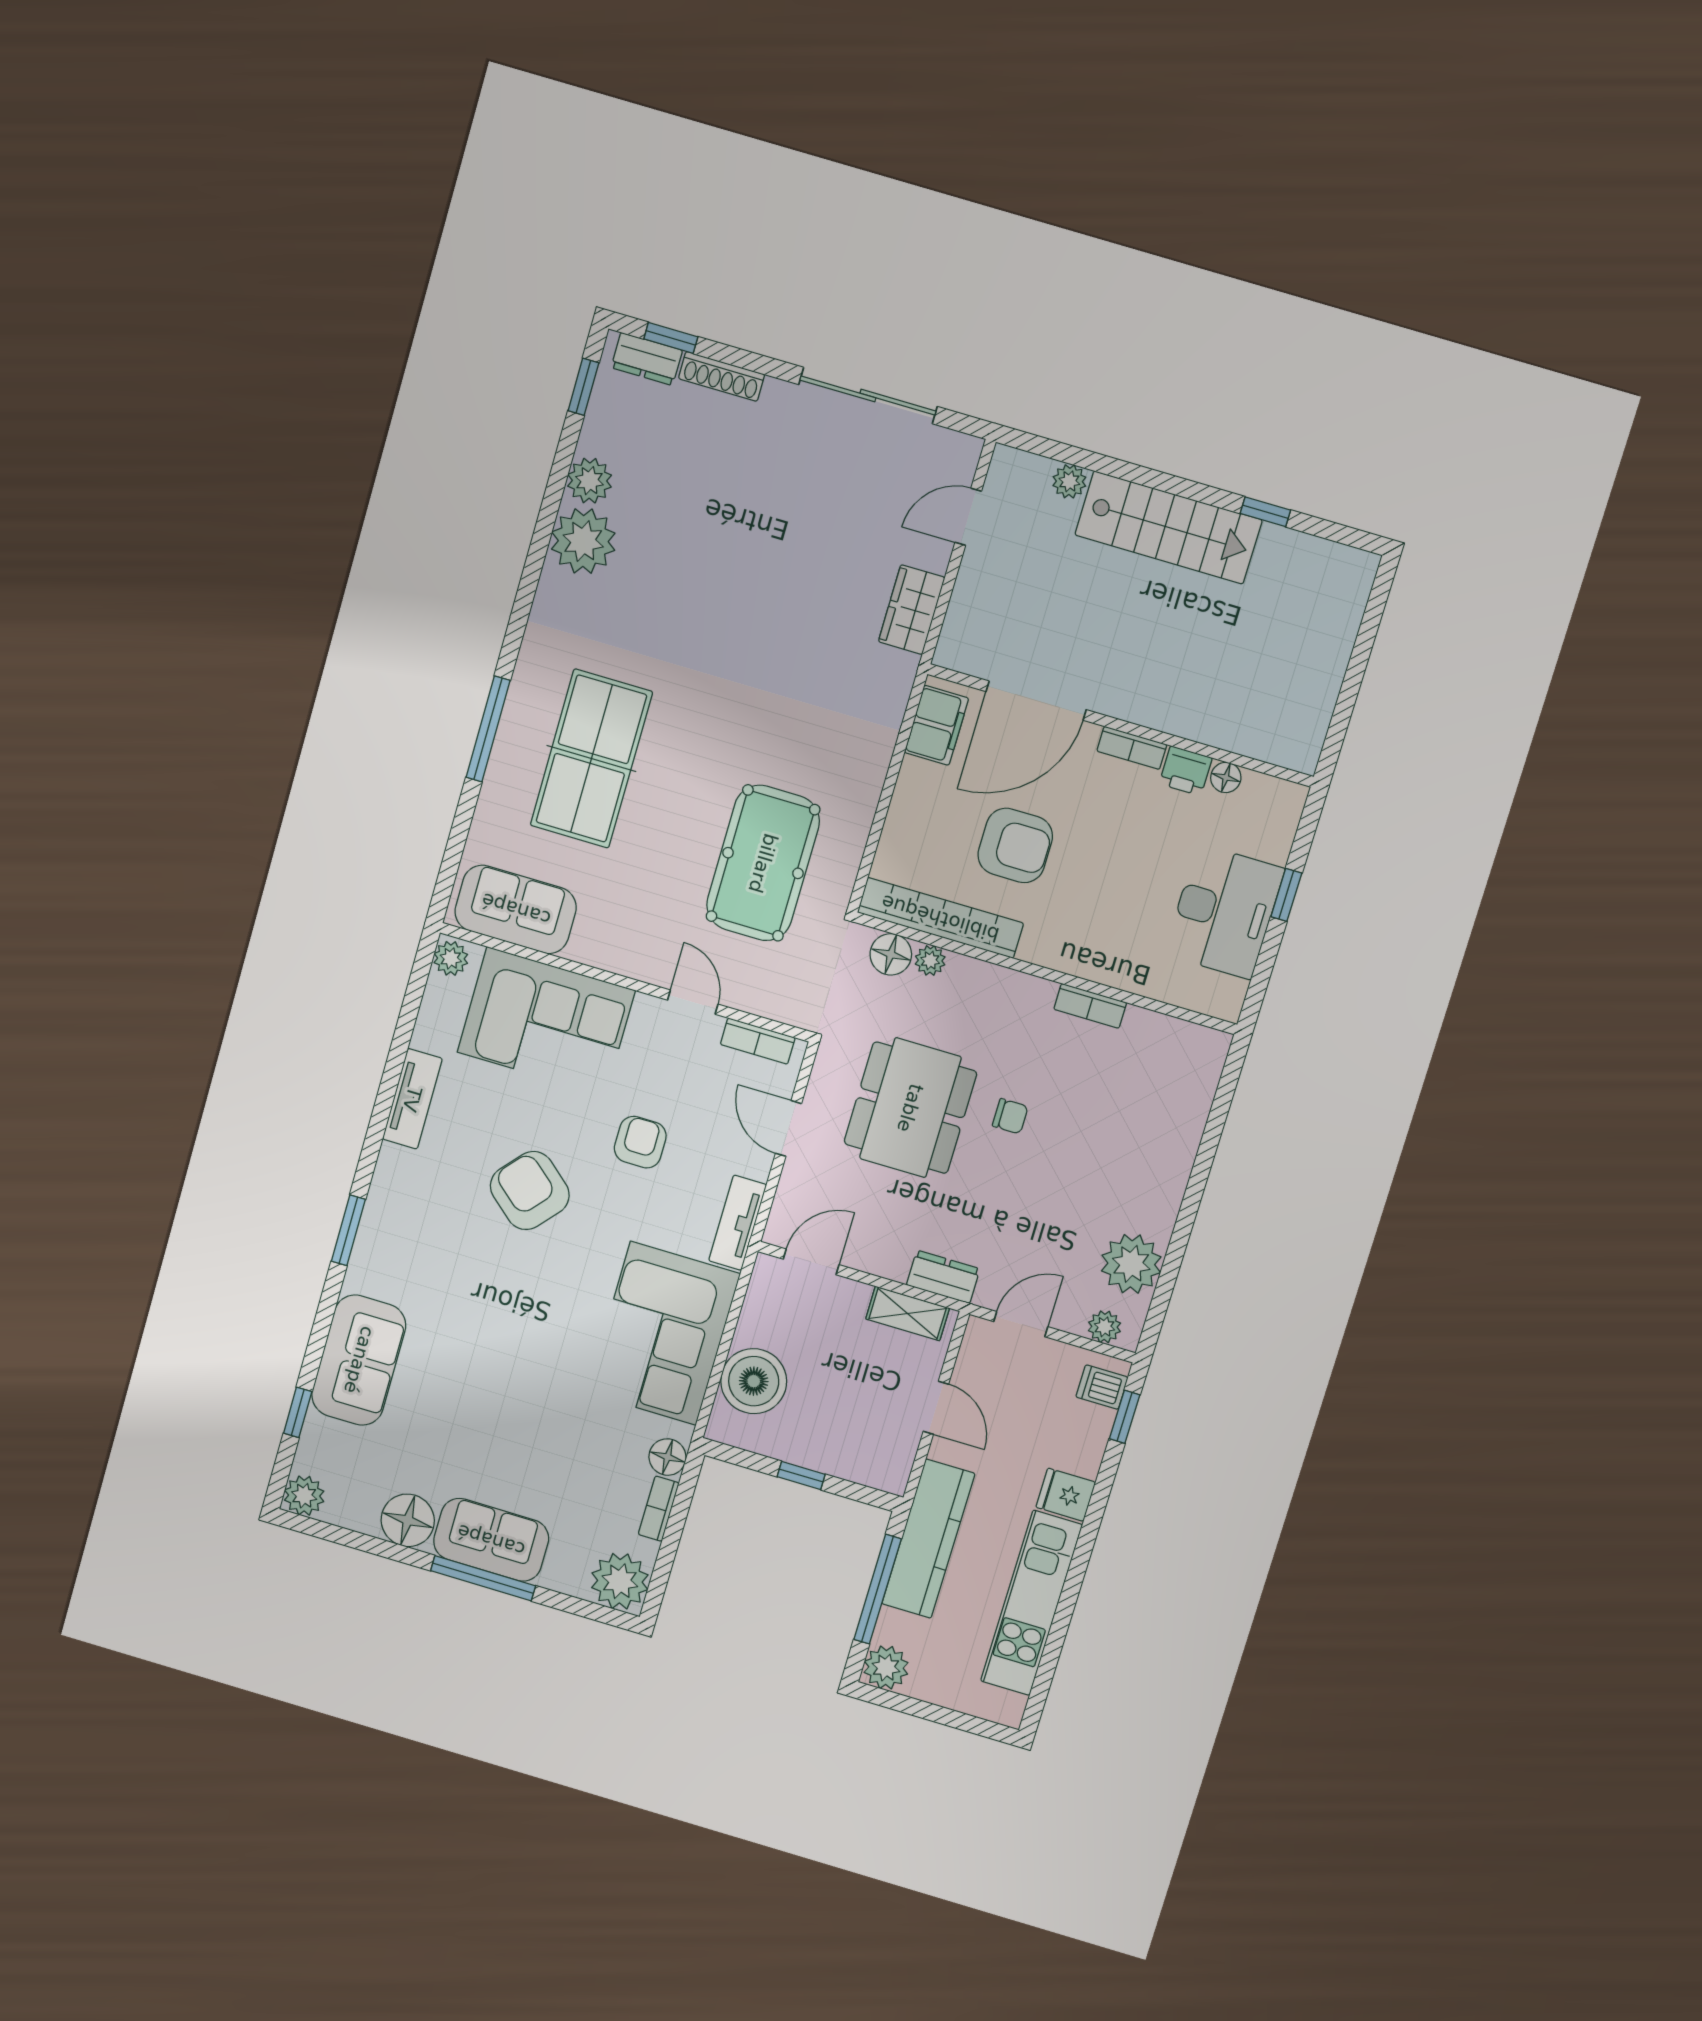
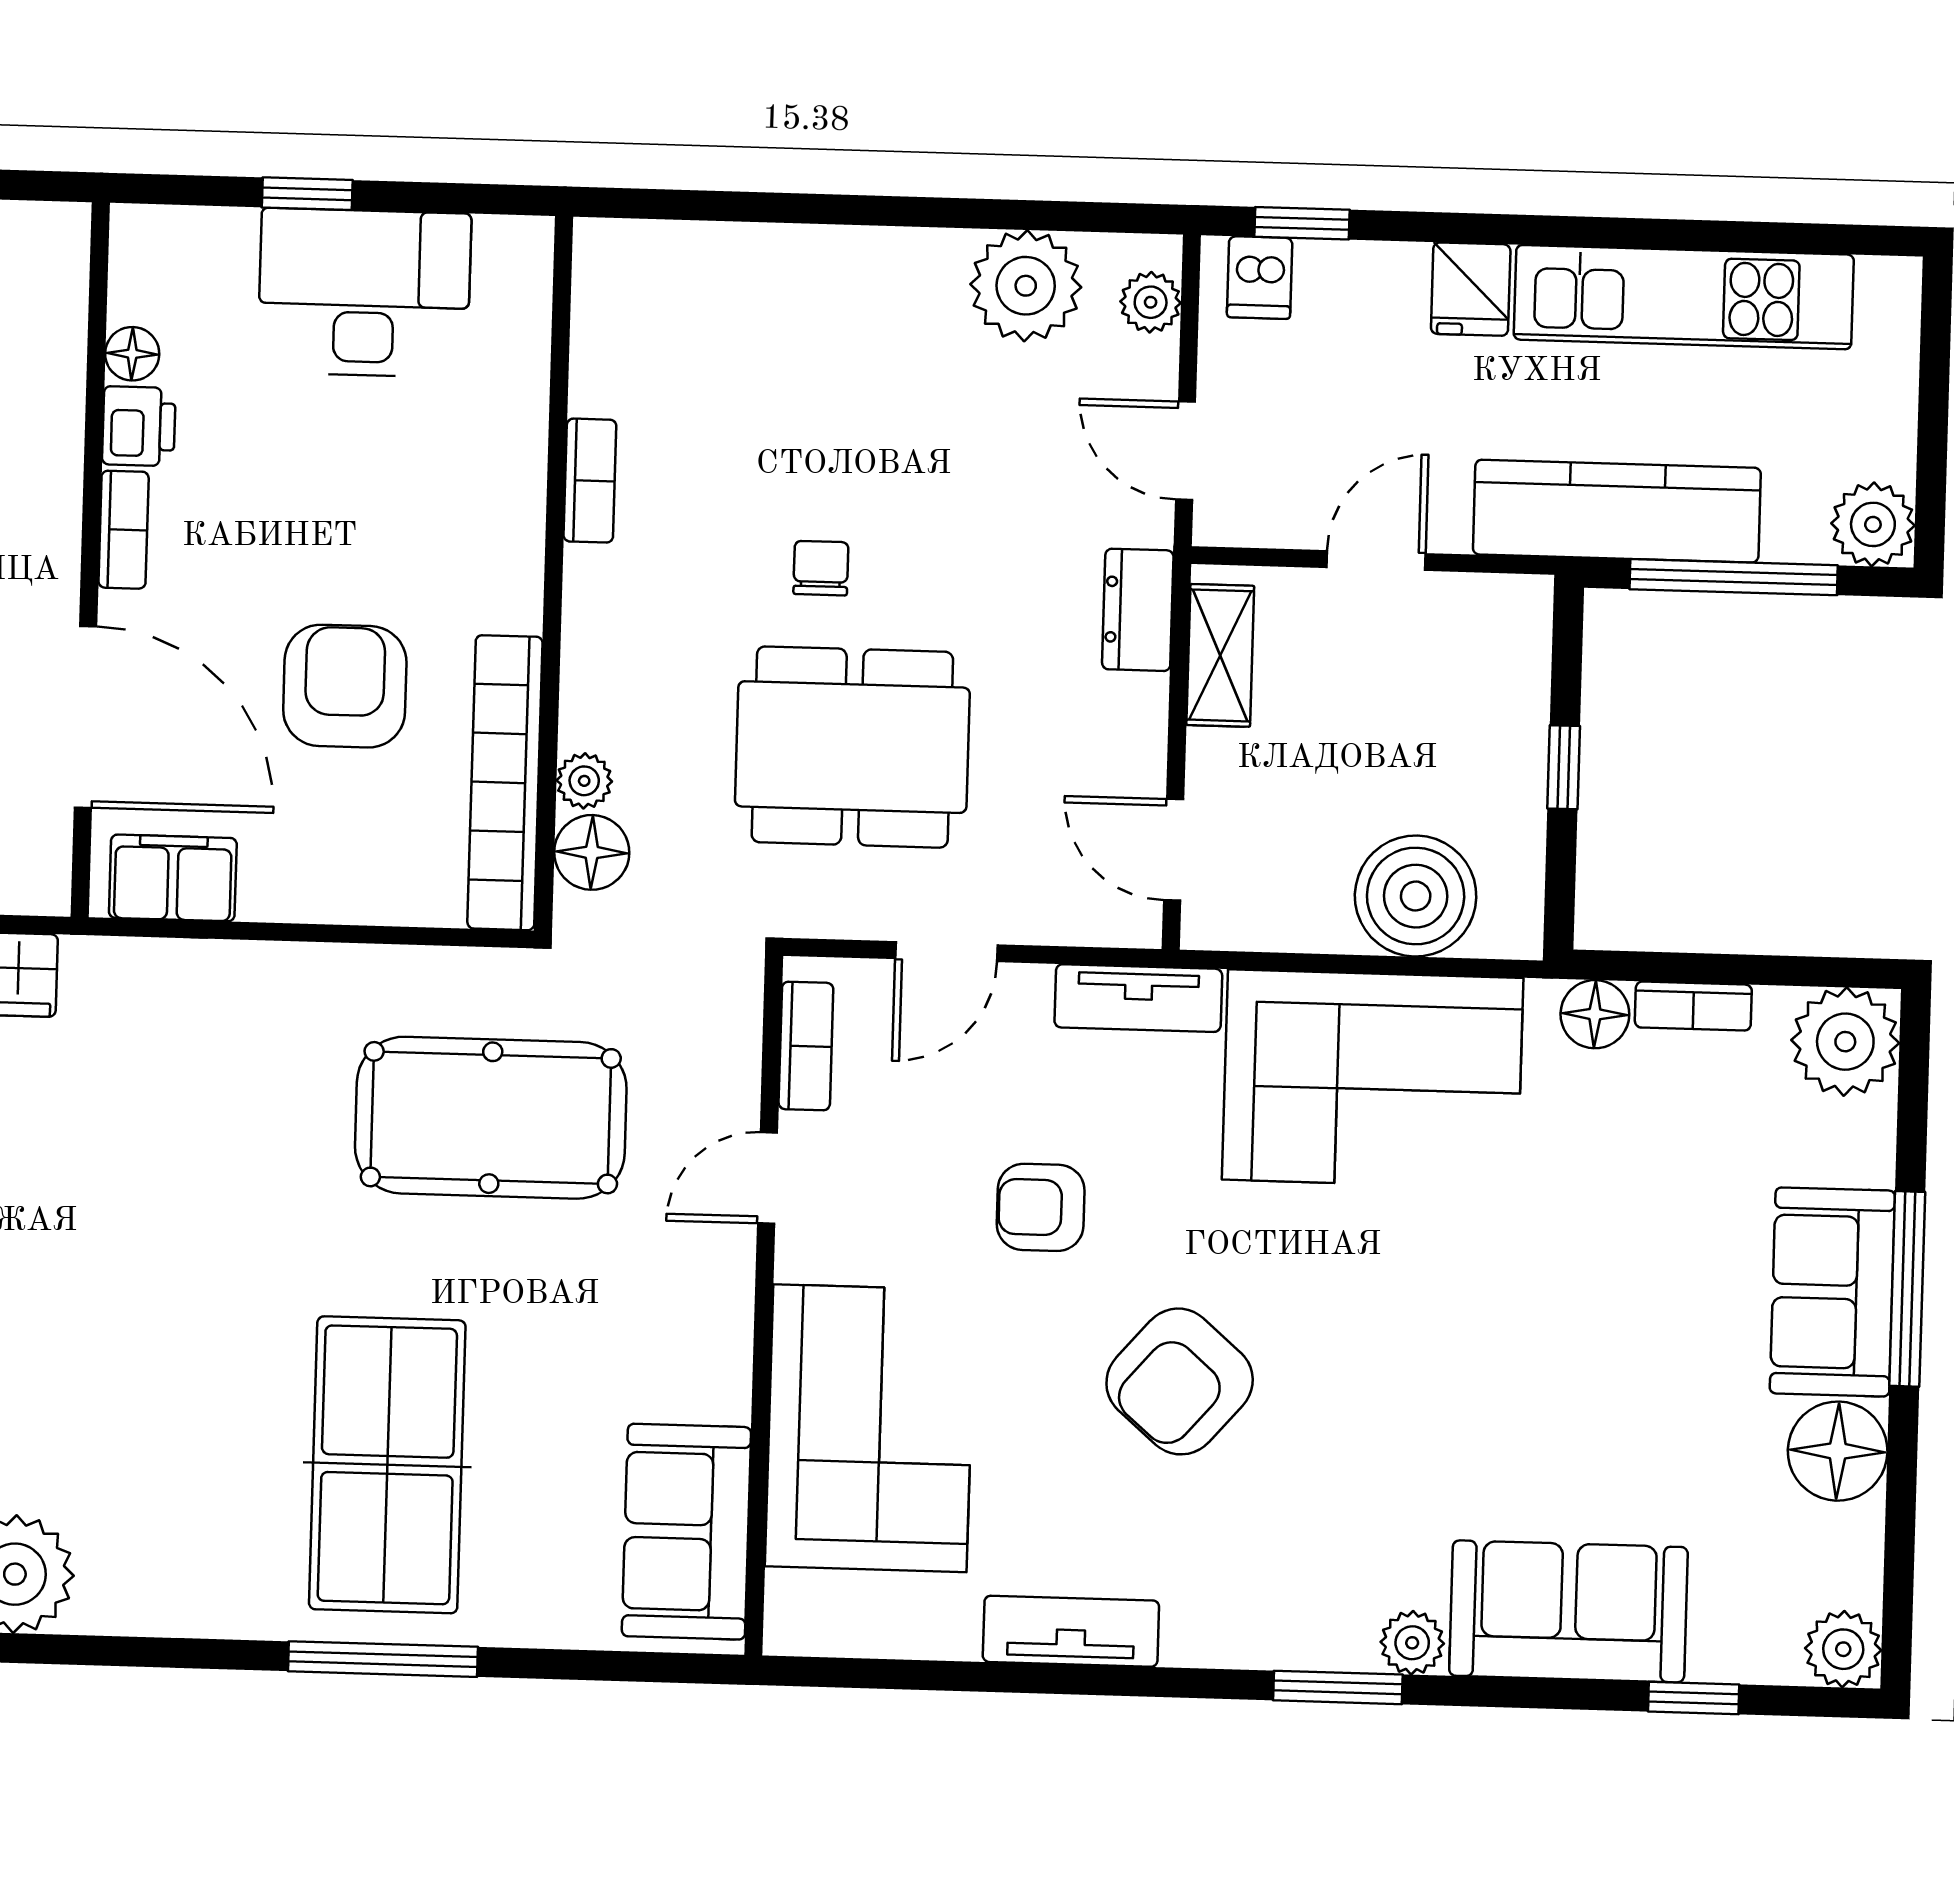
table tennis table: (591, 759) -> (387, 1465), turned 90
plant: (451, 958) -> (1412, 1643), moved

